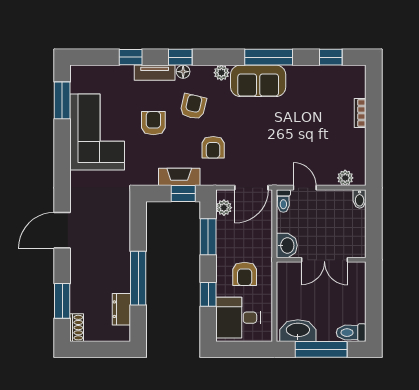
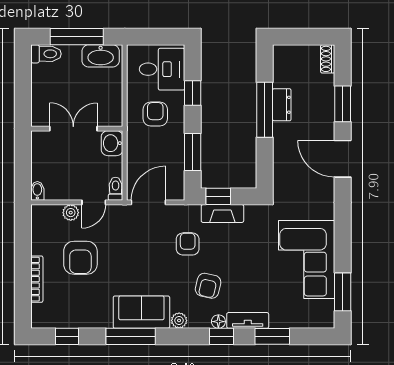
window: (131, 57) -> (272, 336), width x1.50
bookcase: (360, 113) -> (37, 279), width x1.56
armchair: (153, 123) -> (80, 258), moved, width x1.38, depth x1.38
plant: (345, 178) -> (71, 213), moved
door: (305, 188) -> (94, 202), hinge flipped
plant: (224, 208) -> (177, 182), removed
door: (62, 230) -> (343, 159), swing flipped
window: (62, 301) -> (343, 104), moved
dresser: (121, 309) -> (282, 105), moved

